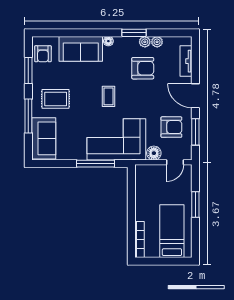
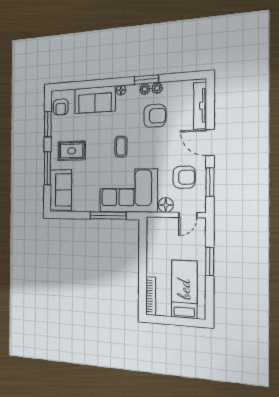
plant: (157, 42) -> (145, 89), moved
tv unit: (186, 61) -> (200, 106), width x1.41

